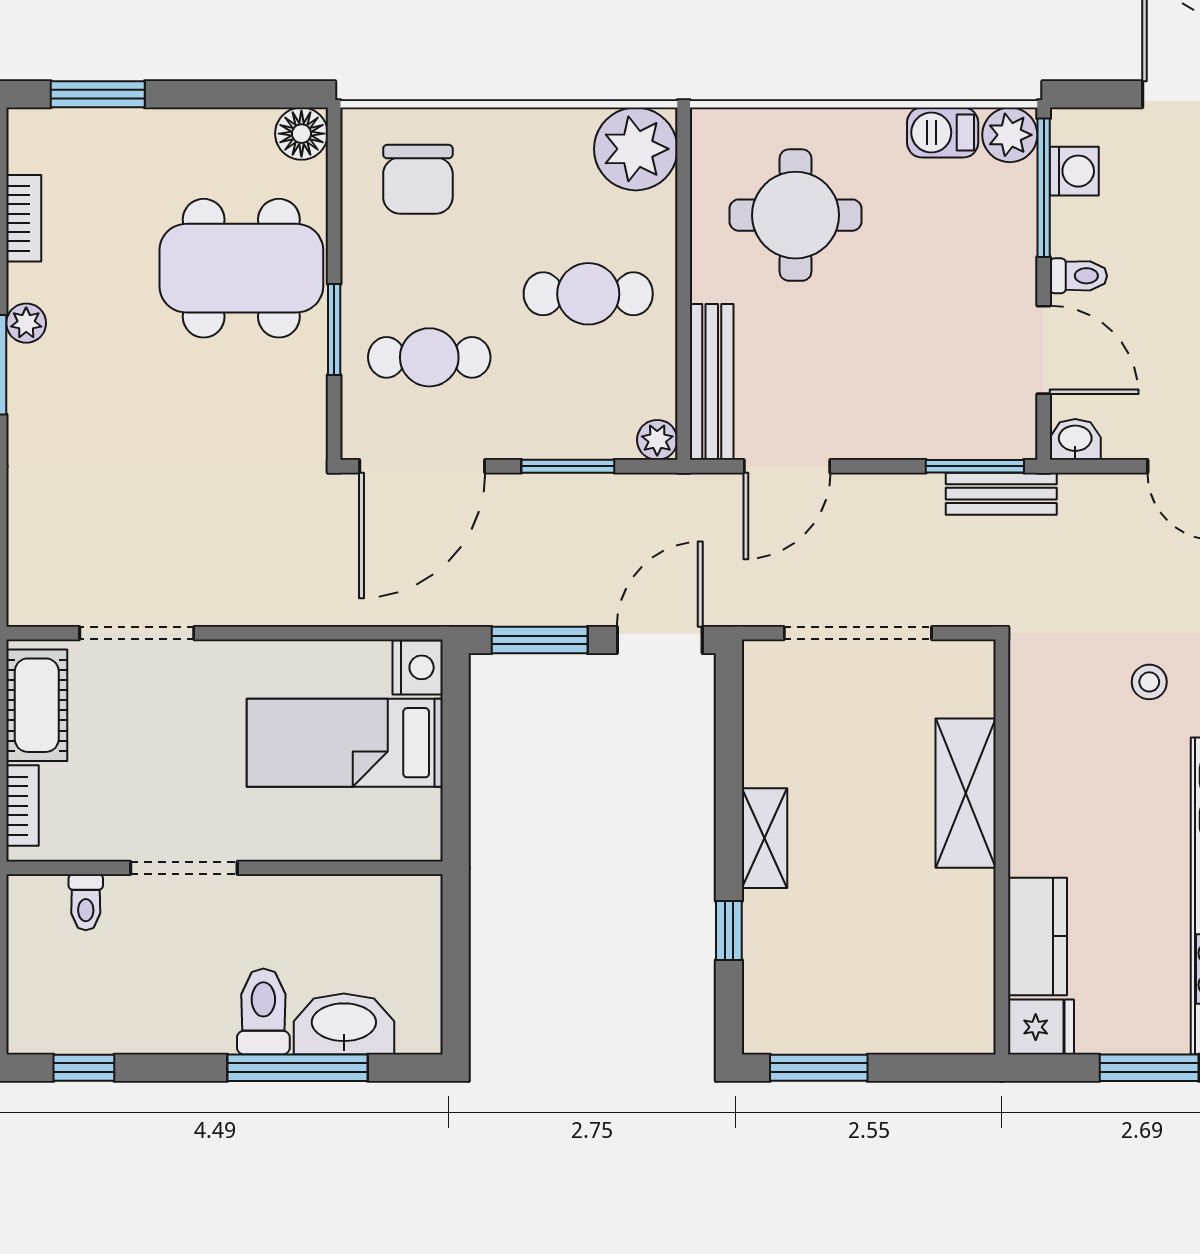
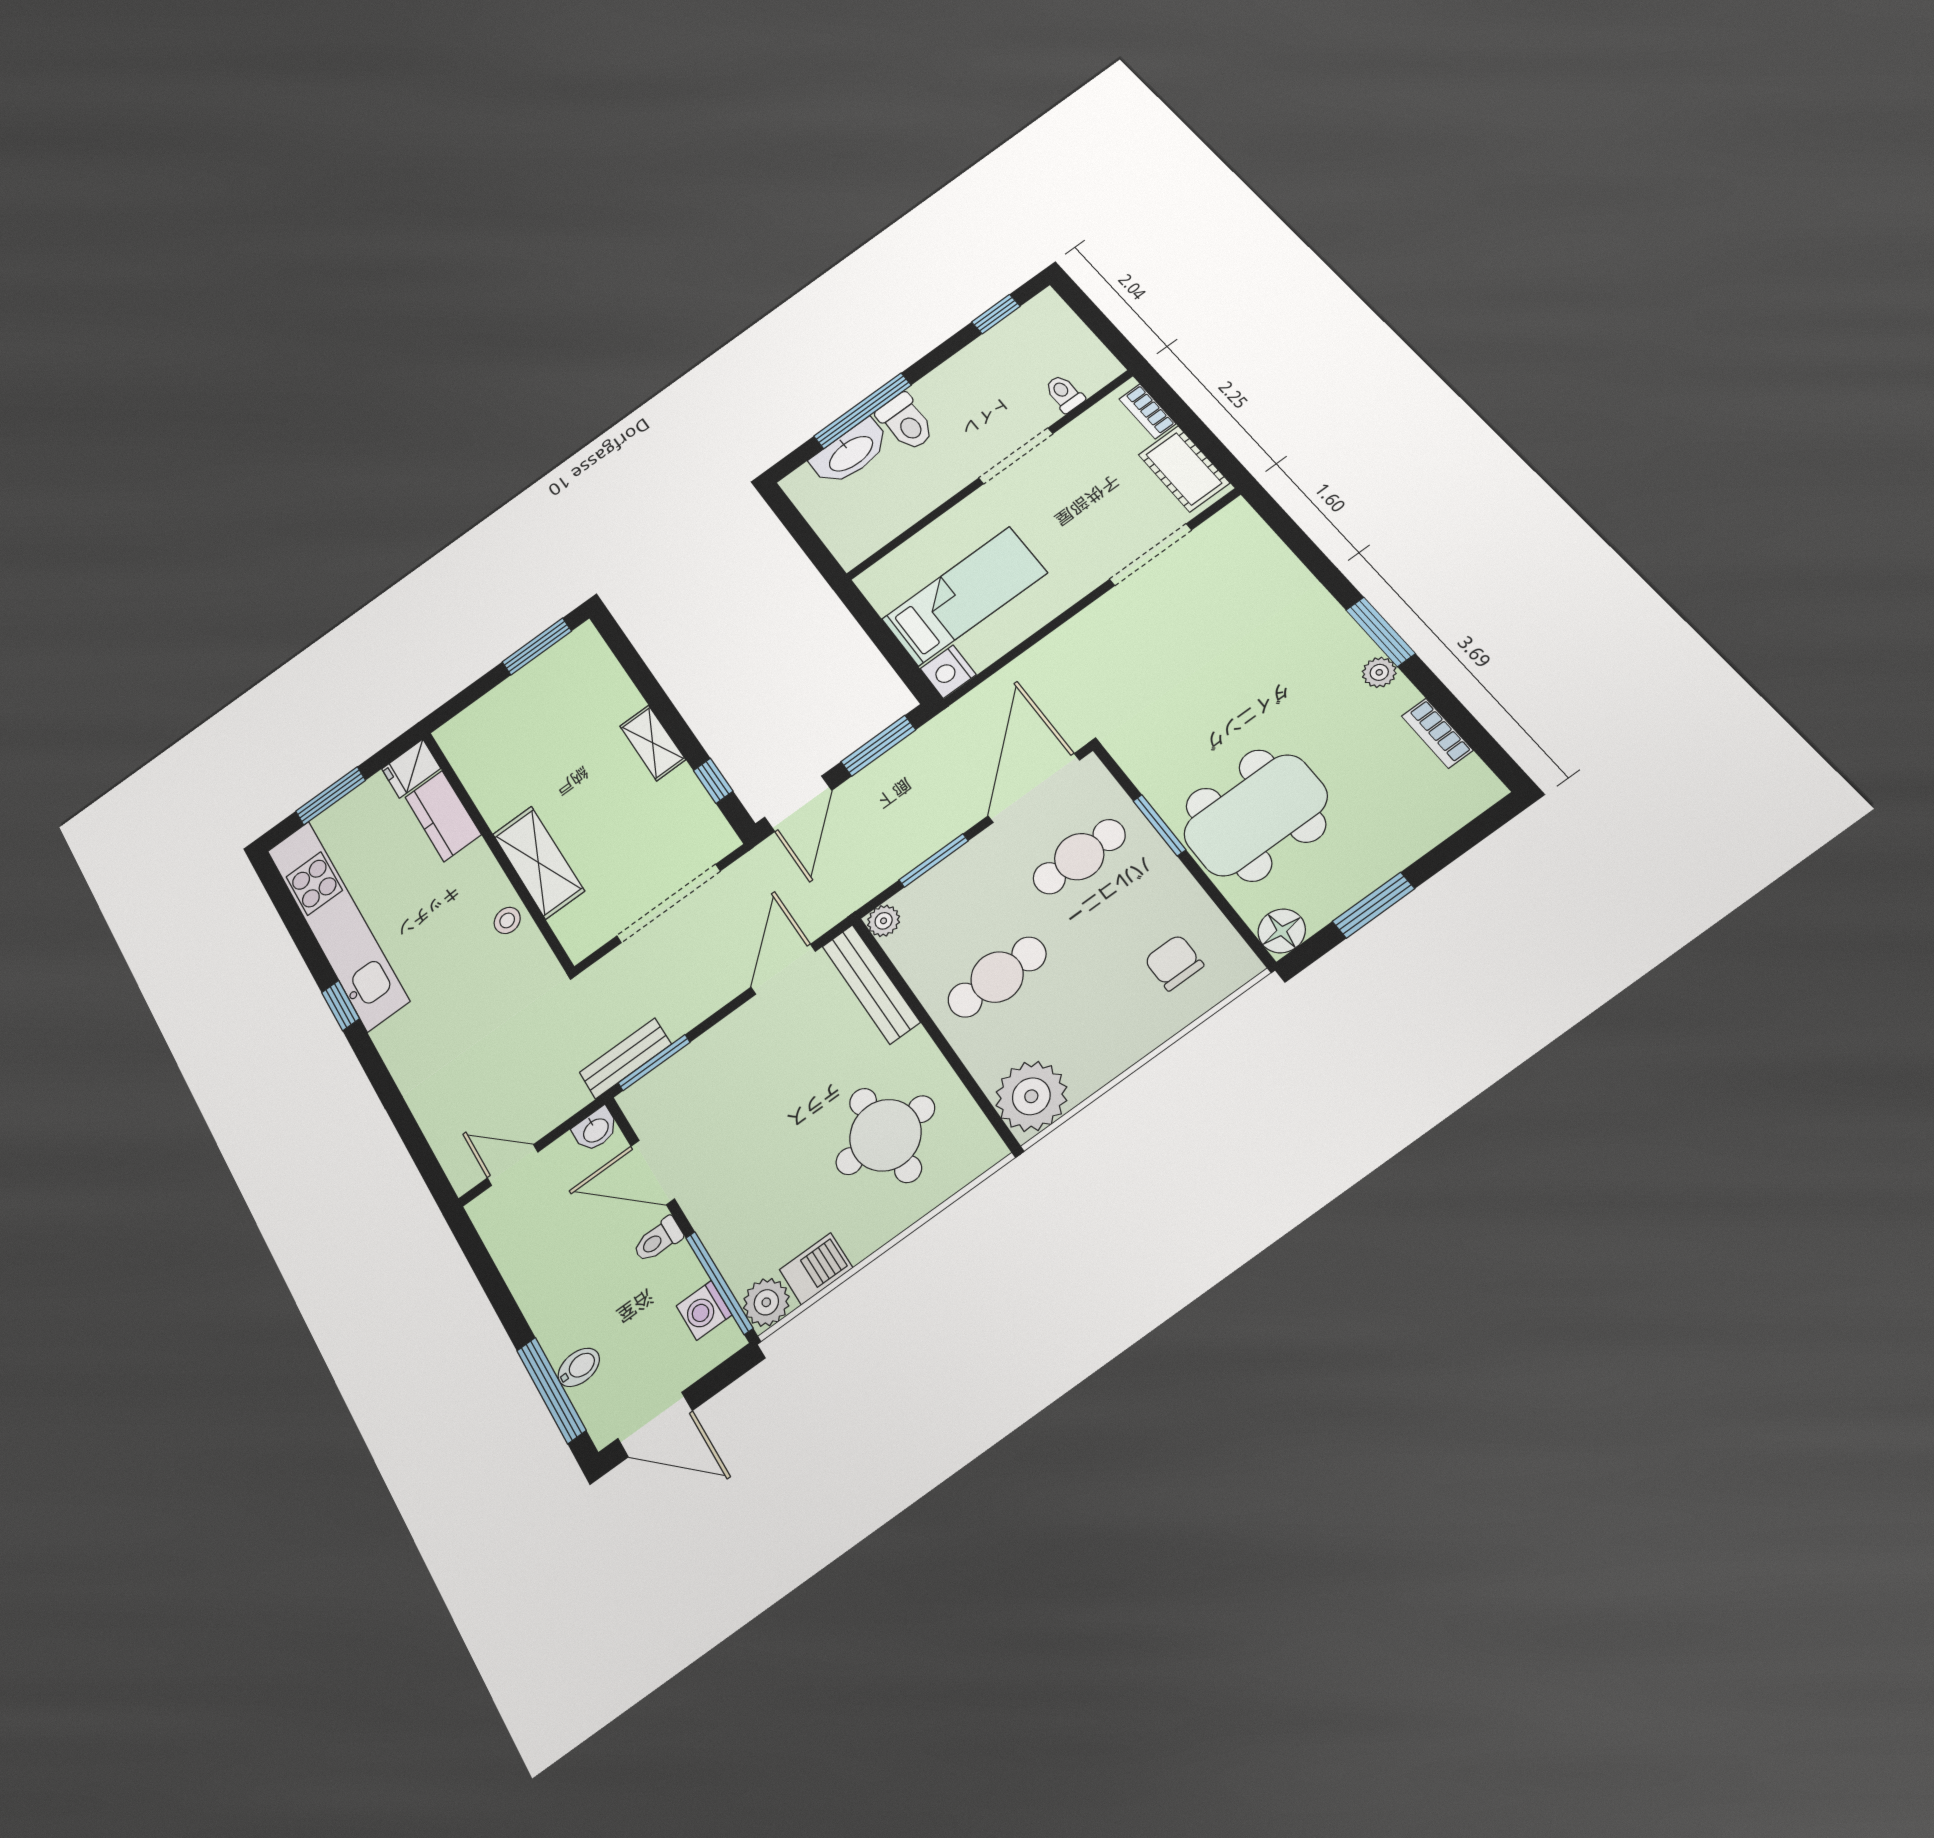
window: (98, 94) -> (1374, 905), moved
chair: (418, 179) -> (1174, 962), width x0.73, depth x0.73
stool: (1149, 682) -> (507, 920), moved
window: (729, 930) -> (713, 781), moved

